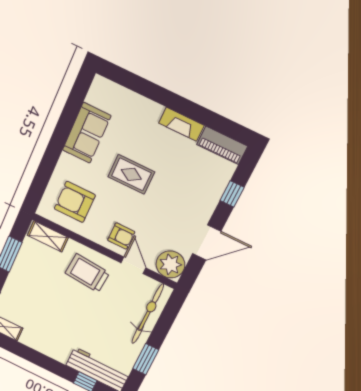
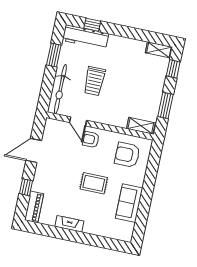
piano: (222, 145) -> (34, 207), moved, turned 90
armchair: (75, 202) -> (127, 155), turned 180
plant: (170, 264) -> (54, 129), removed
trolley: (87, 273) -> (94, 81), moved, turned 85

